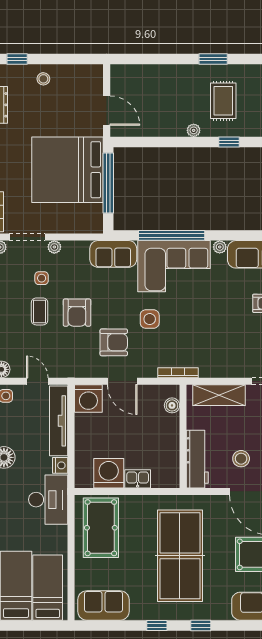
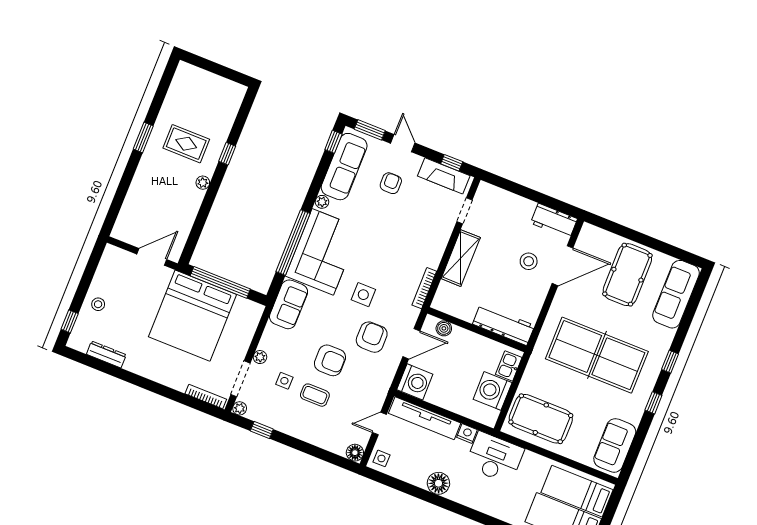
boiler: (172, 405) -> (444, 328), moved
wall: (183, 436) -> (477, 330), moved
workbench: (197, 459) -> (504, 325), moved

